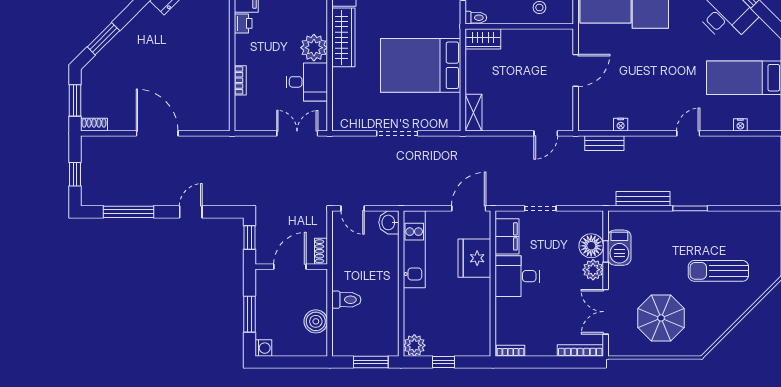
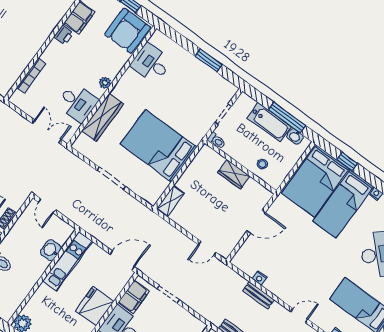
wardrobe: (343, 37) -> (103, 117), moved
wardrobe: (483, 39) -> (234, 174), moved
plant: (314, 48) -> (105, 83), width x0.53, depth x0.53
bookcase: (240, 80) -> (31, 76), width x1.56
bench: (604, 143) -> (258, 295), moved
washbasin: (389, 222) -> (51, 250), moved
fridge: (474, 258) -> (95, 306), moved

